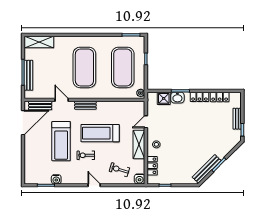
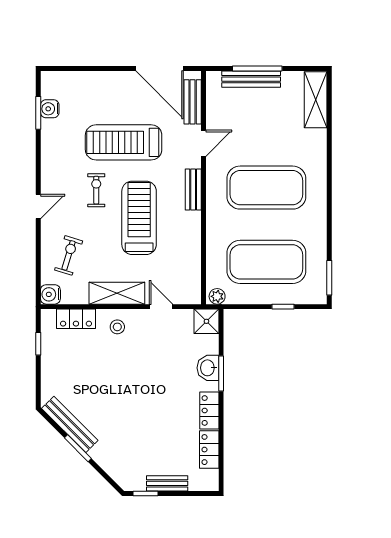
shower: (164, 98) -> (206, 321), moved
water cooler: (56, 179) -> (50, 109), moved

